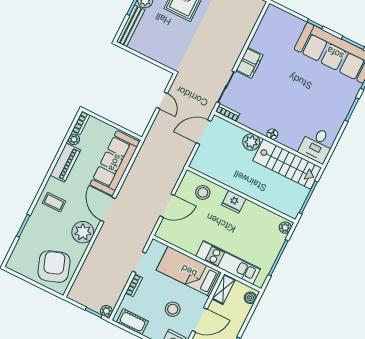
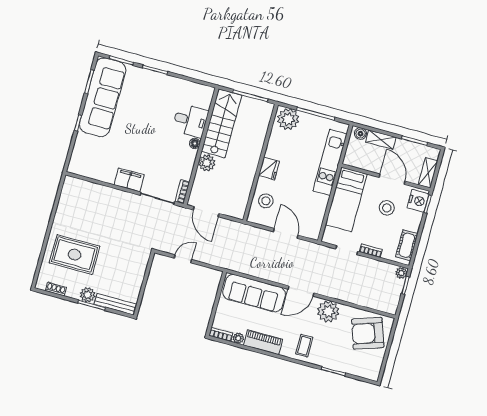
desk: (317, 145) -> (190, 121), moved
plant: (285, 228) -> (288, 119), width x1.88, depth x1.88
shelving: (224, 289) -> (381, 140), moved

